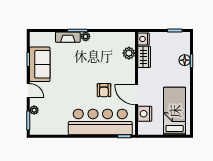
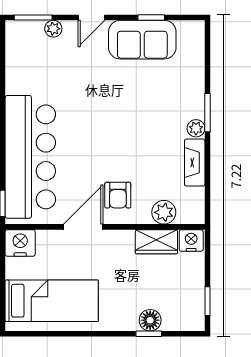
fireplace: (68, 37) -> (195, 163), moved
armchair: (104, 90) -> (118, 195), moved, turned -90
nightstand: (145, 114) -> (20, 243), moved

